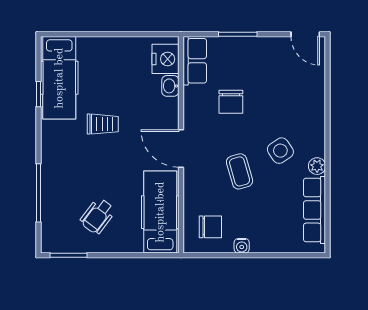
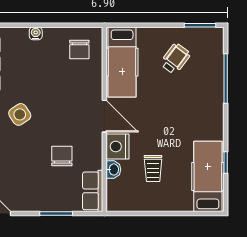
nightstand: (165, 59) -> (118, 146), moved
trolley: (103, 124) -> (153, 168), moved, turned -90
coffee table: (240, 171) -> (55, 97), removed
chair: (210, 227) -> (79, 50), turned -90
water cooler: (242, 246) -> (36, 33), moved

